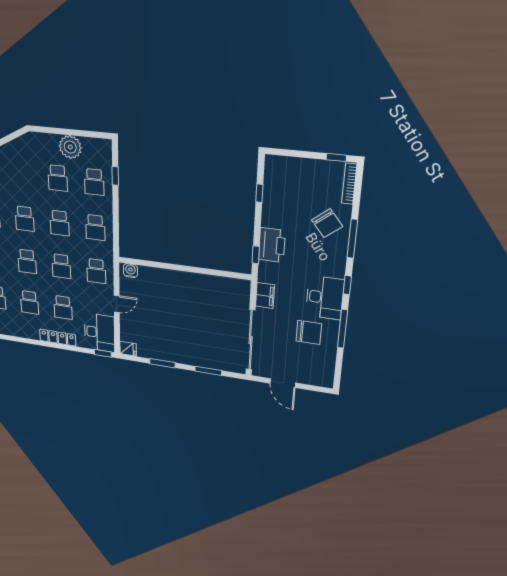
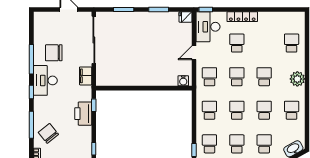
school desk: (30, 302) -> (264, 144), moved

